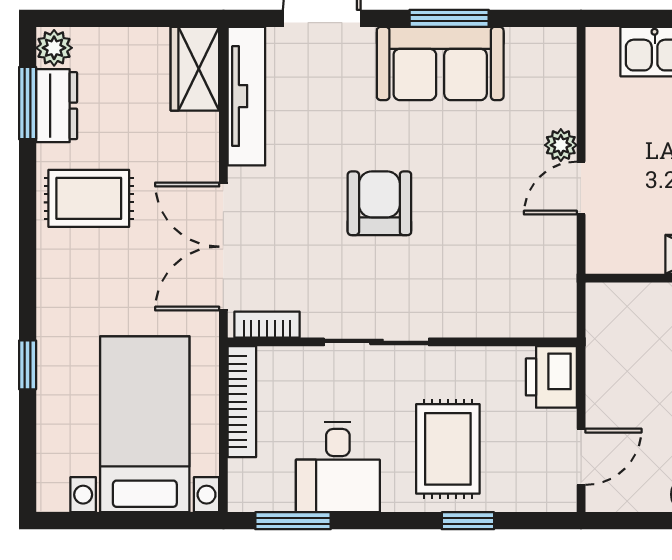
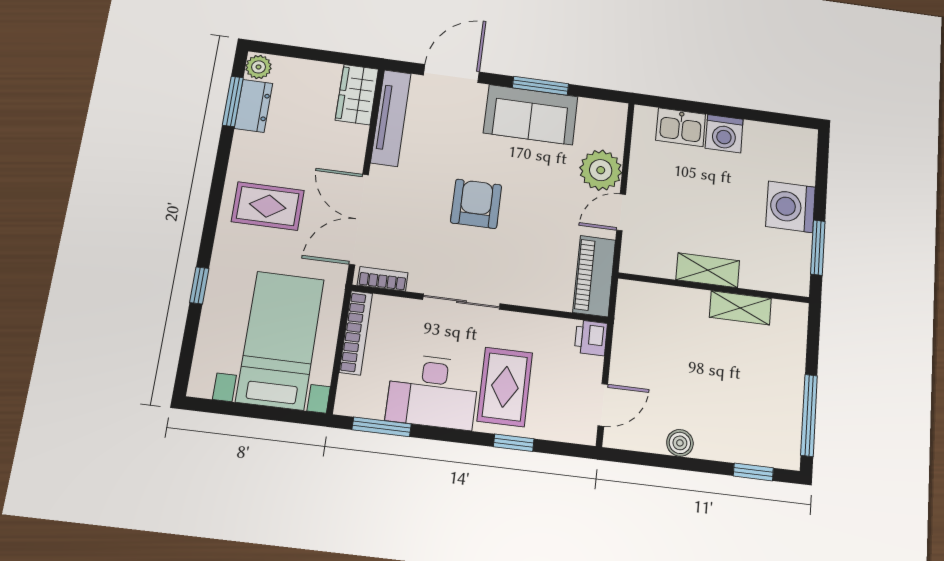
plant: (561, 145) -> (601, 170), width x1.88, depth x1.88
rug: (89, 198) -> (268, 206), moved
piano: (552, 283) -> (594, 276), added
printer: (551, 377) -> (591, 338), width x0.73, depth x0.81
desk: (338, 467) -> (433, 392), width x1.37

